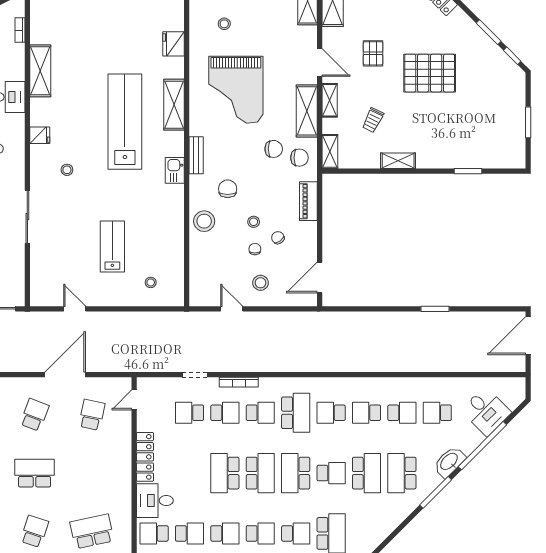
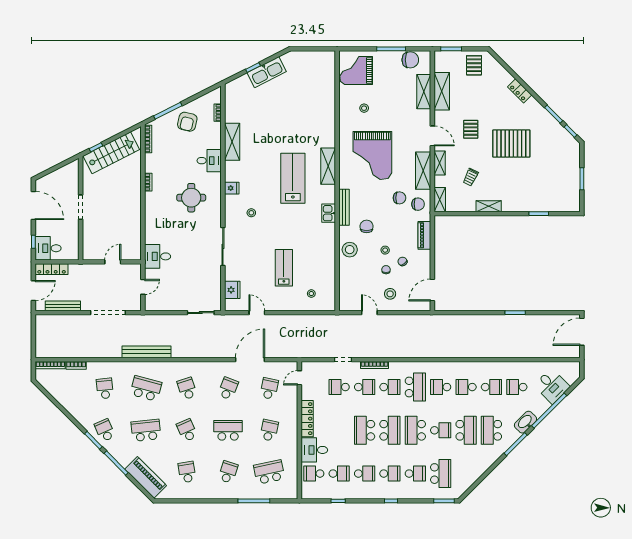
fridge: (174, 44) -> (232, 290), moved, turned 180
lab bench: (125, 122) -> (293, 178), width x0.73
bench: (196, 155) -> (344, 207), width x1.36
school desk: (92, 473) -> (269, 430), added

